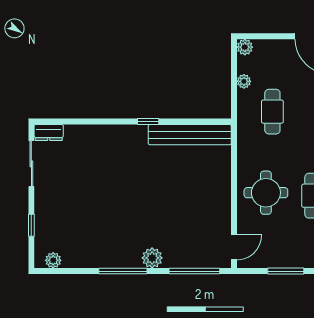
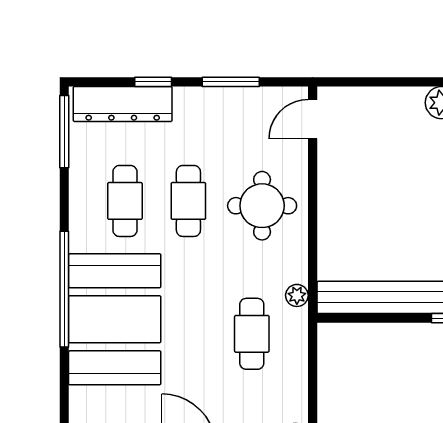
plant: (244, 81) -> (297, 295), moved
window: (194, 271) -> (375, 82), removed

